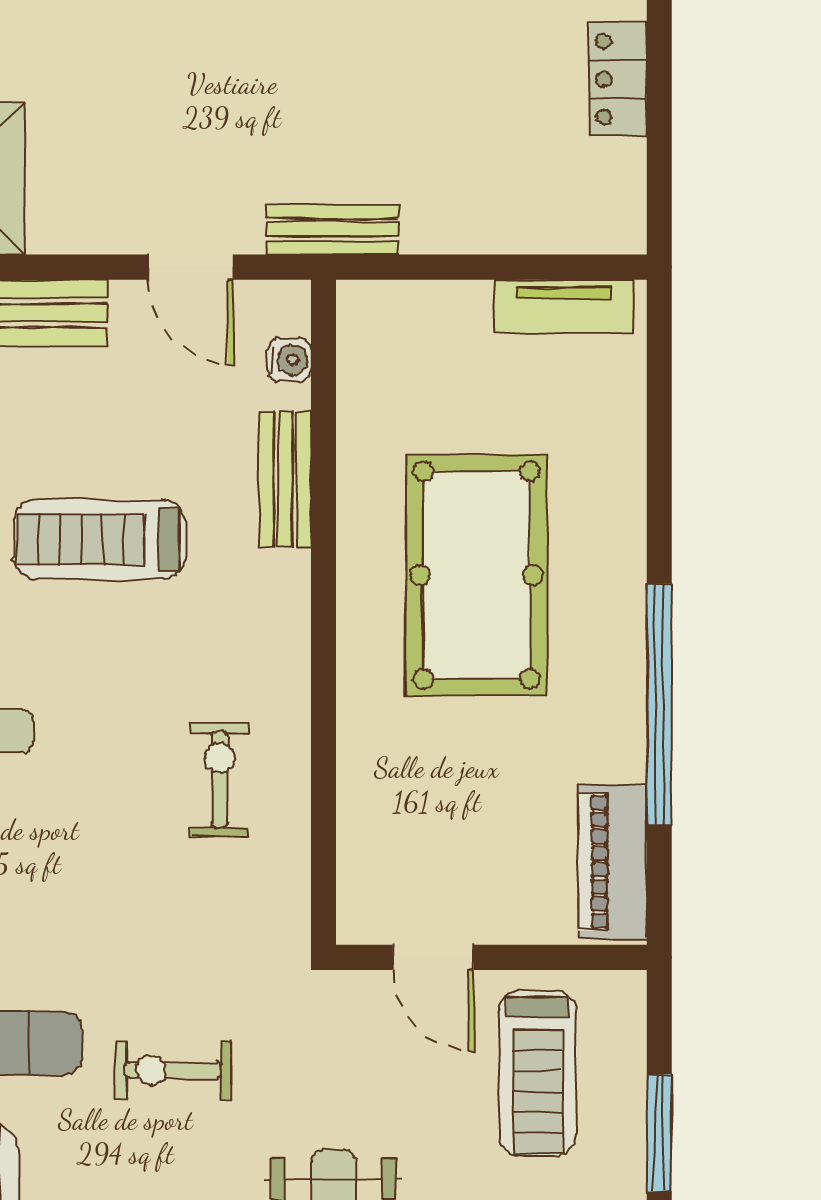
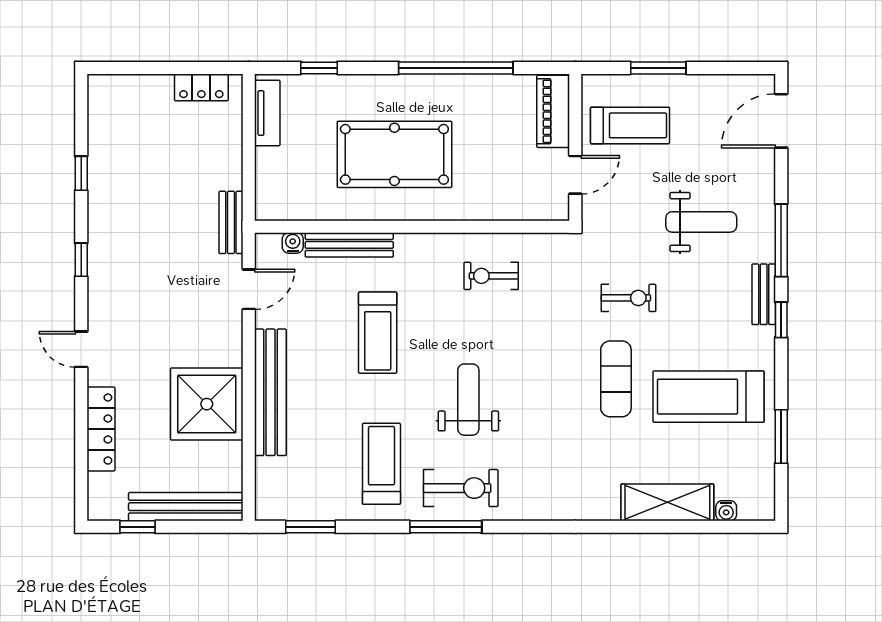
locker: (618, 79) -> (201, 87), moved
window: (659, 416) -> (319, 68), added
bench: (285, 480) -> (349, 245), width x1.36
piano: (613, 862) -> (553, 111), moved, turned 90
exercise bike: (173, 1070) -> (629, 298), turned -90

